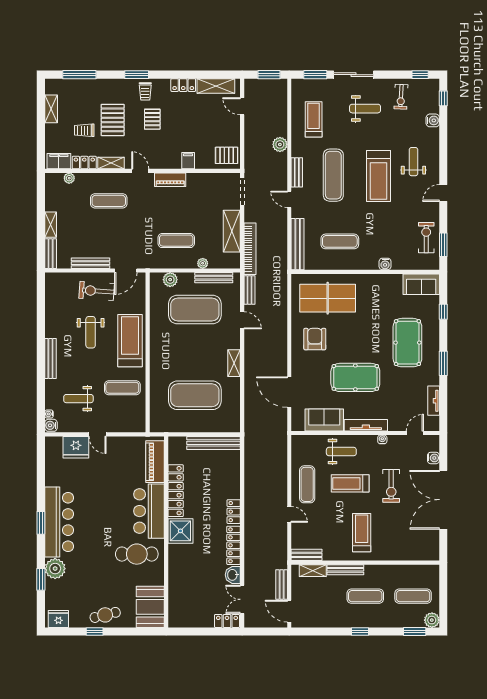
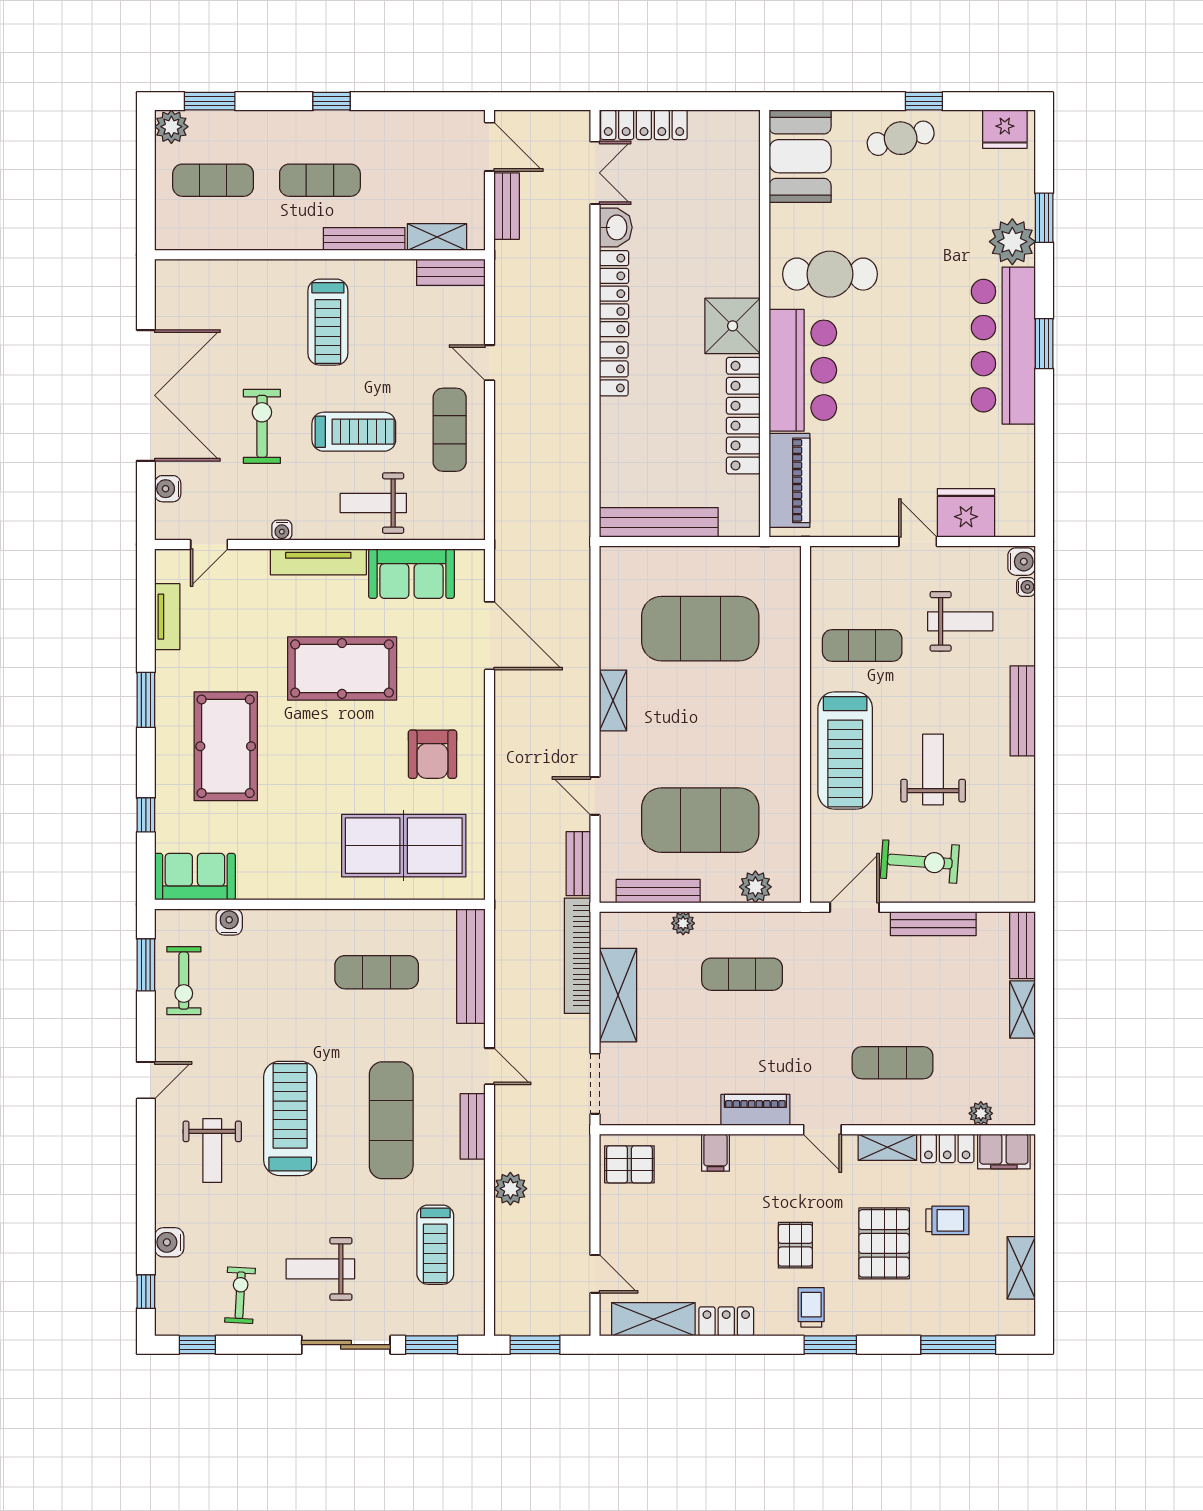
water cooler: (385, 264) -> (229, 922), moved
locker: (227, 621) -> (644, 125), width x1.53

